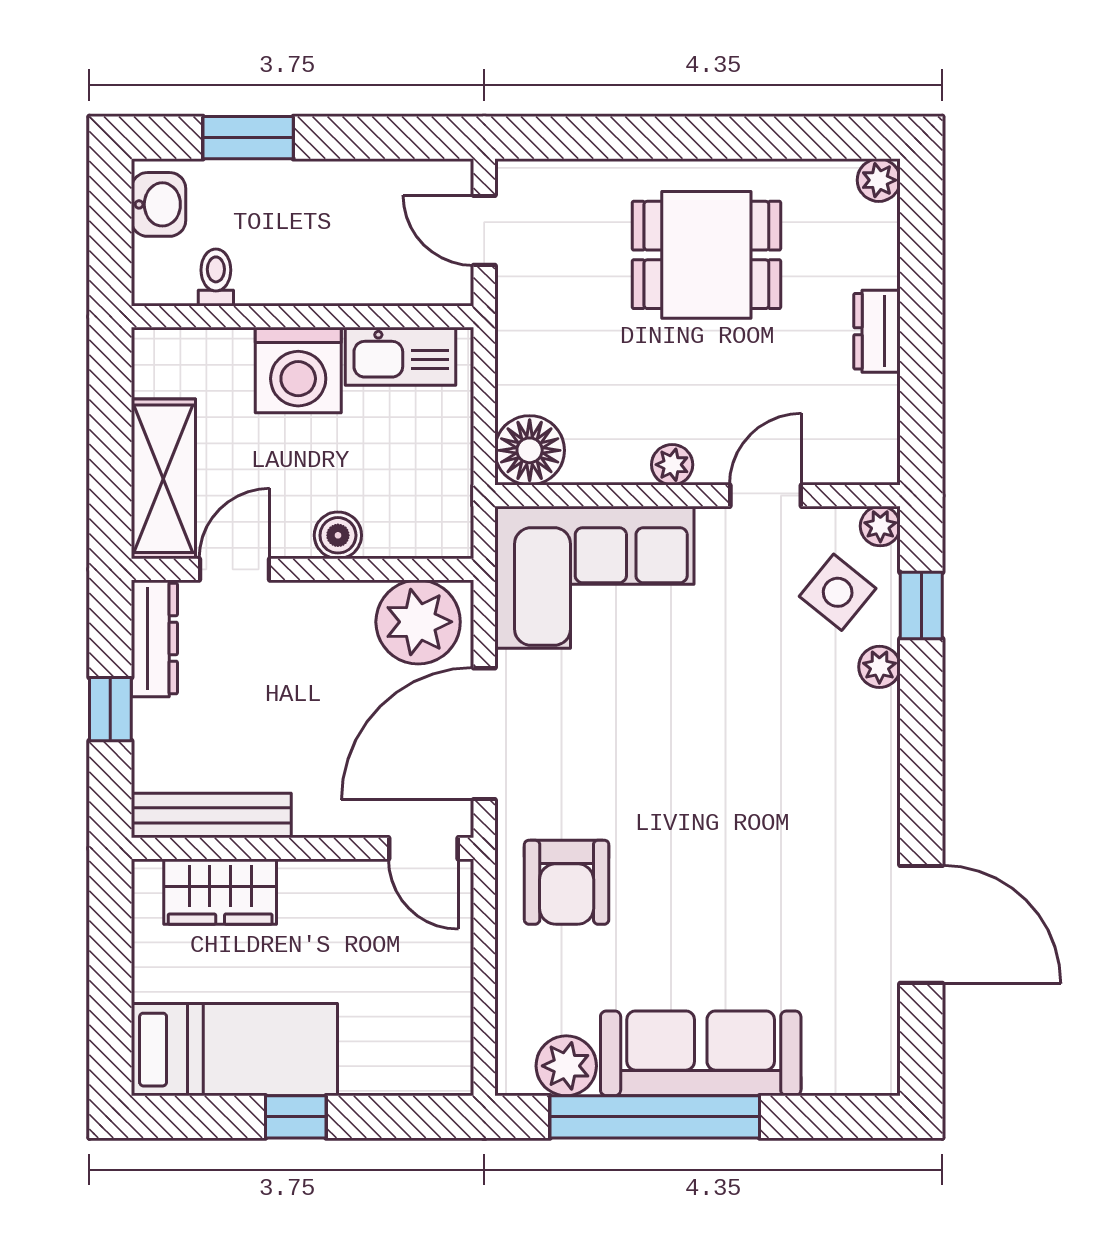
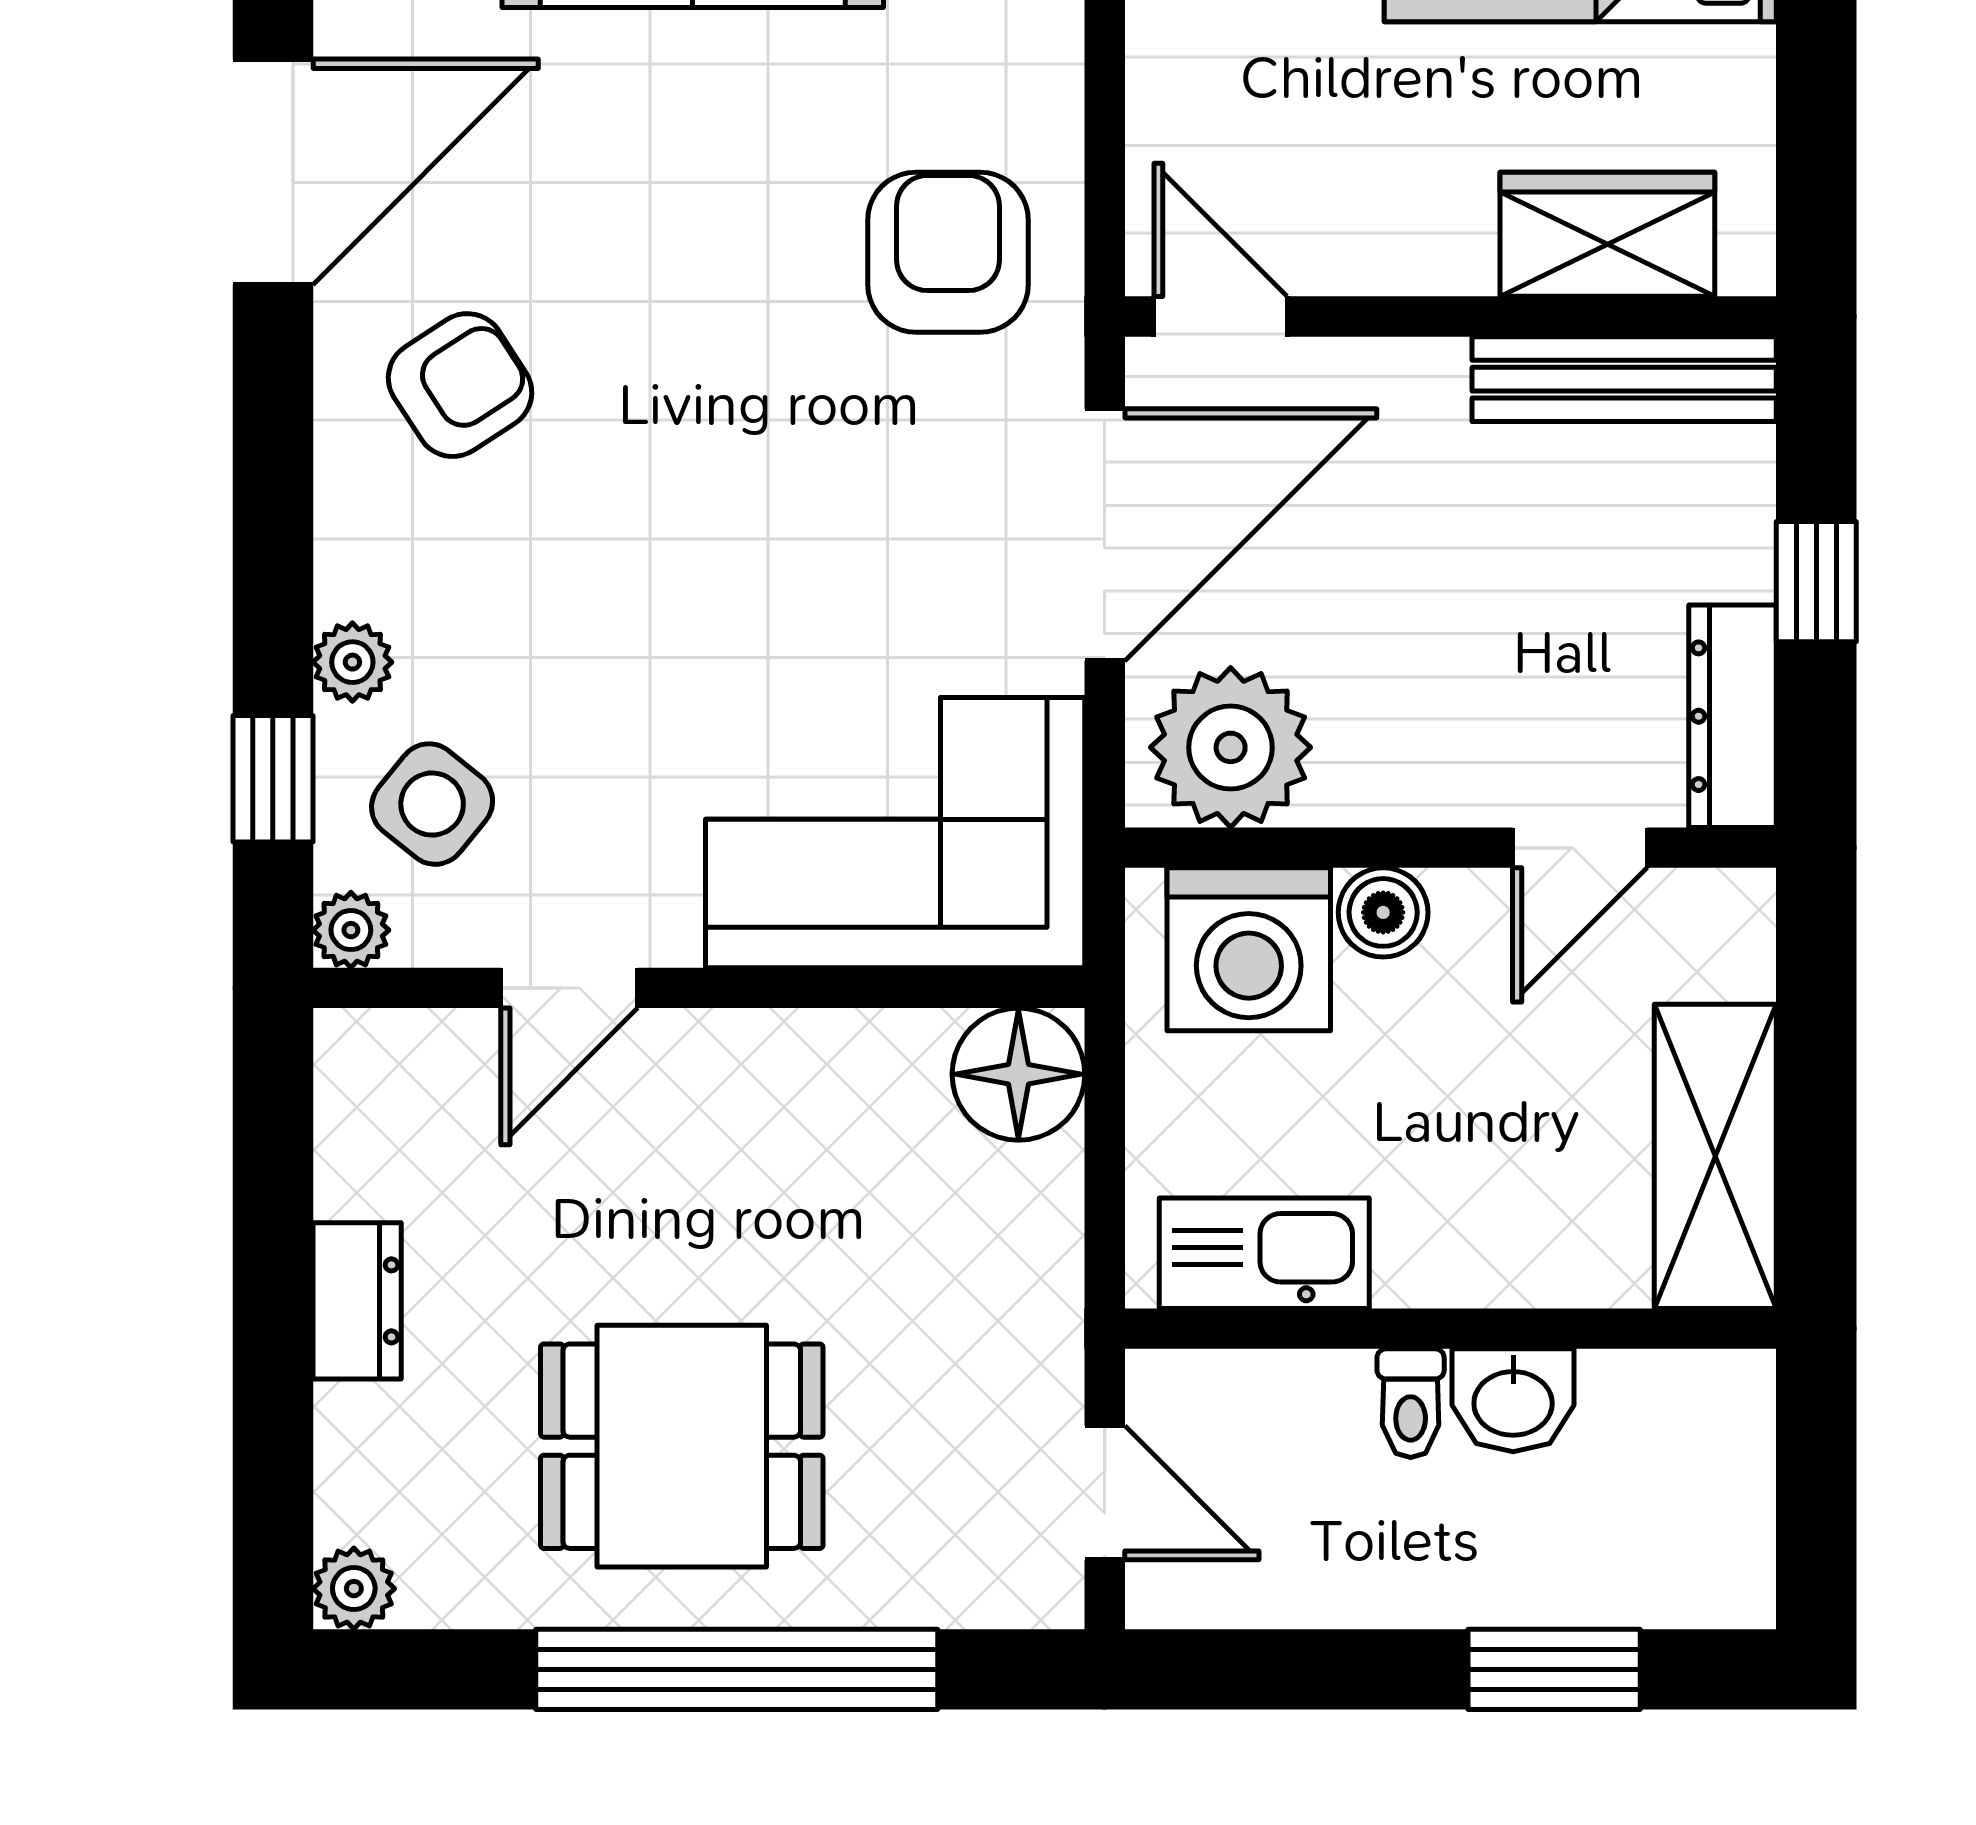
window: (678, 138) -> (737, 1669), added
washbasin: (159, 204) -> (1513, 1400), moved, turned -90
toilet: (216, 277) -> (1411, 1403), moved
washing machine: (298, 370) -> (1249, 949), moved, turned 180
plant: (672, 465) -> (747, 1047), removed
shelving: (163, 479) -> (1715, 1156), moved
armchair: (823, 812) -> (460, 385), added
door: (921, 924) -> (273, 172), swing flipped

